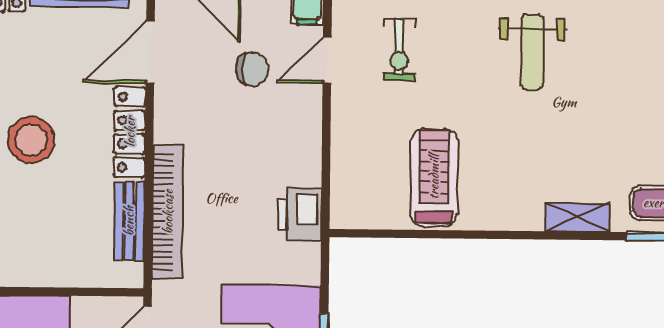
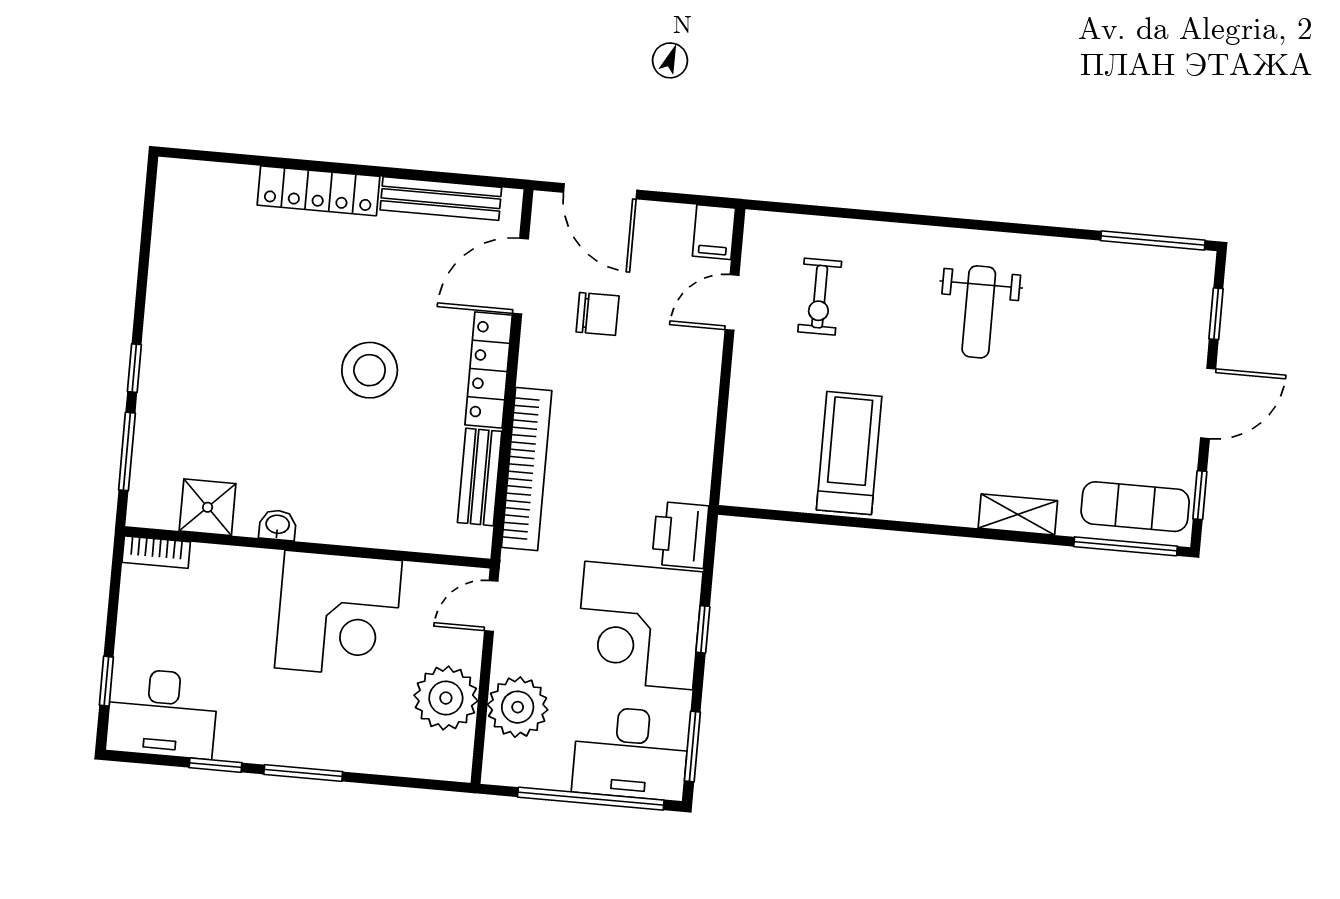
chair: (252, 69) -> (598, 314), moved
printer: (300, 214) -> (680, 535), moved

